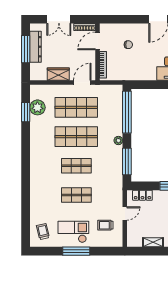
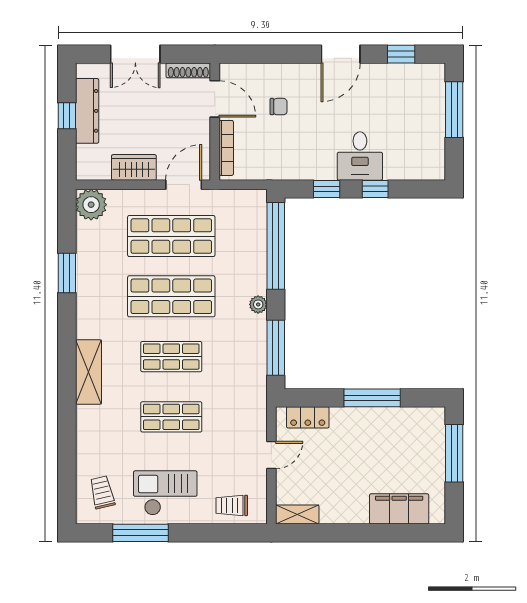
door: (97, 41) -> (215, 99), swing flipped
window: (26, 49) -> (67, 116), width x0.46
window: (152, 85) -> (327, 189), added
plant: (37, 107) -> (91, 205), moved
window: (26, 112) -> (67, 273), moved
shelving: (36, 173) -> (88, 372), added
trolley: (105, 225) -> (232, 505), moved
shelving: (153, 242) -> (297, 514), moved
window: (76, 251) -> (140, 533), moved

